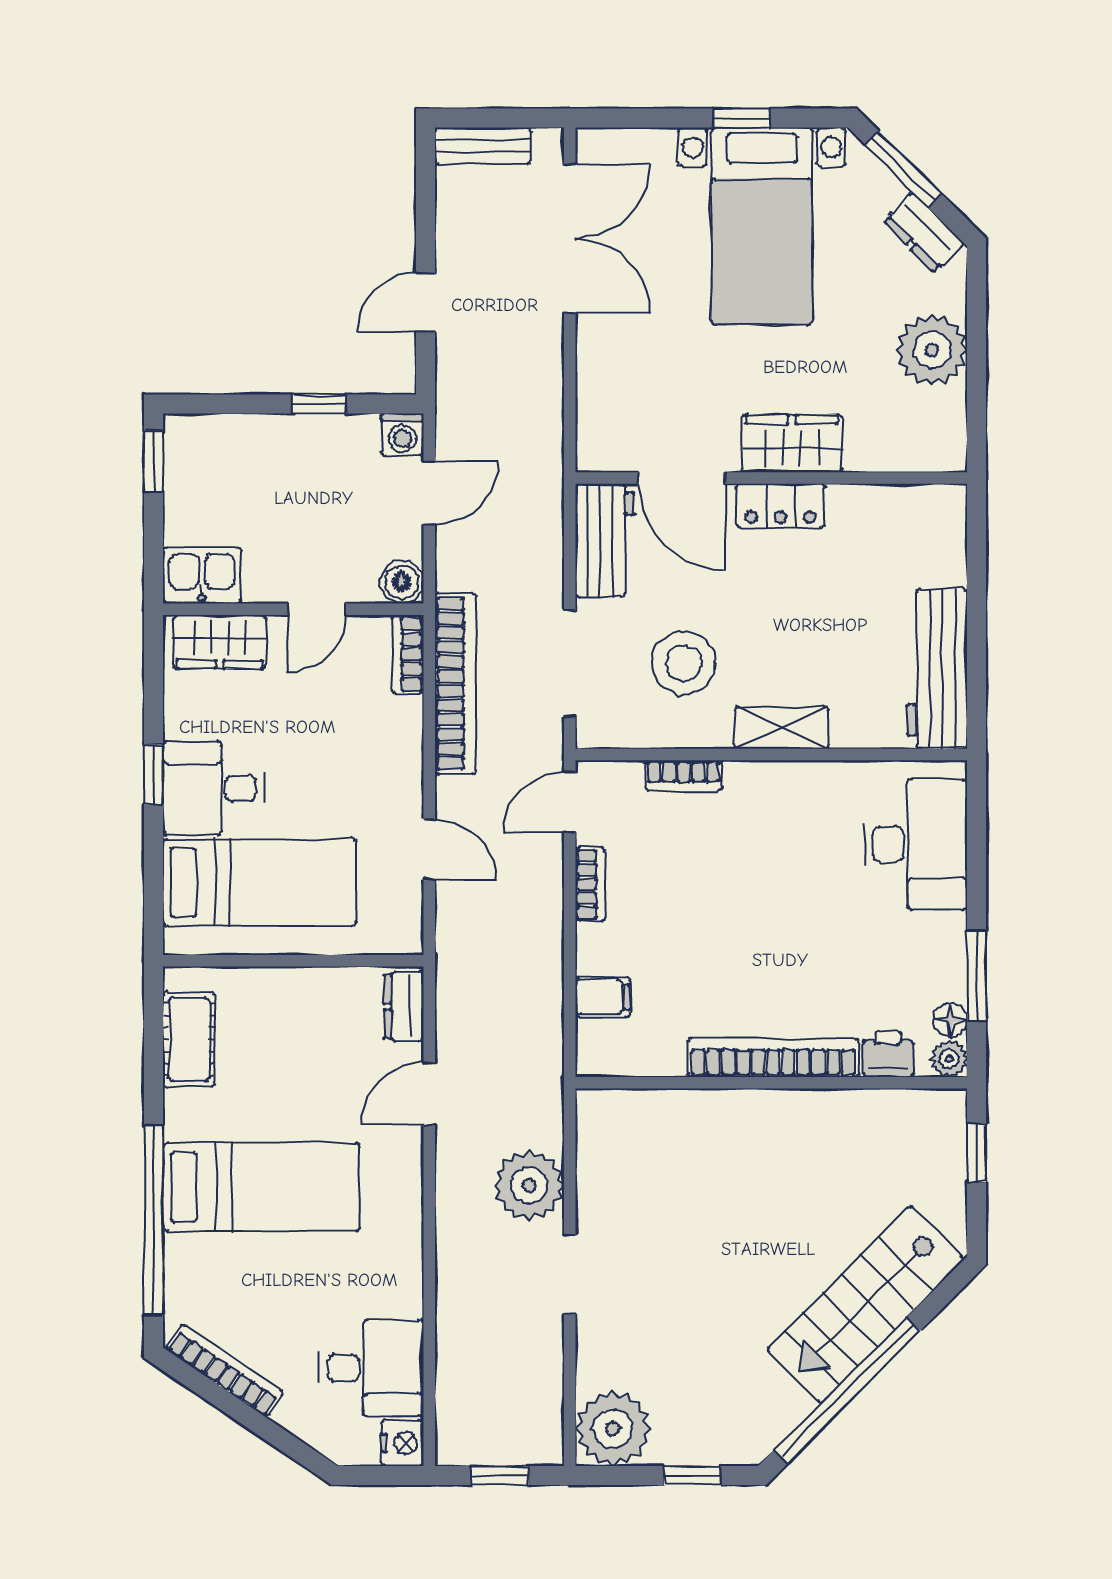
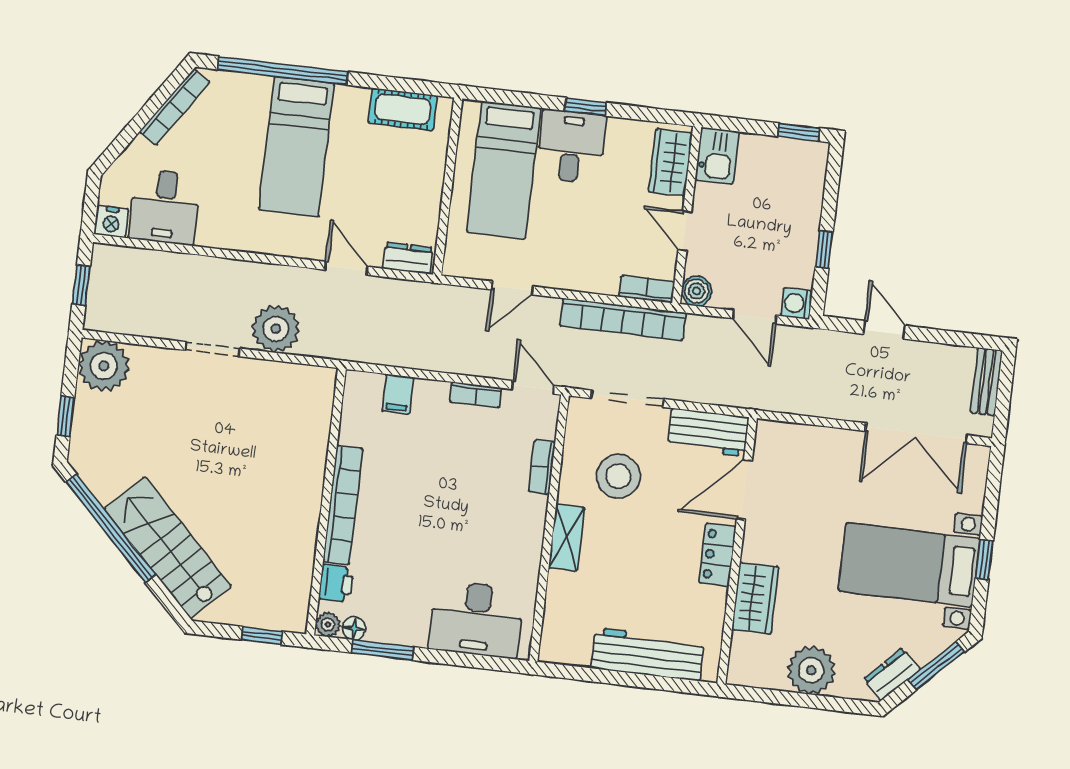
wardrobe: (792, 443) -> (755, 598), moved
workbench: (937, 669) -> (648, 654), moved

